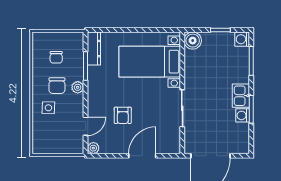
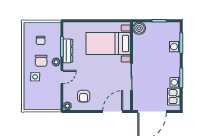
washing machine: (242, 39) -> (175, 47), moved
dresser: (94, 49) -> (68, 51), moved
kitchen sink: (241, 96) -> (174, 97), moved
armchair: (123, 115) -> (84, 96), moved
door: (86, 126) -> (62, 77), moved
door: (142, 156) -> (113, 111), moved

